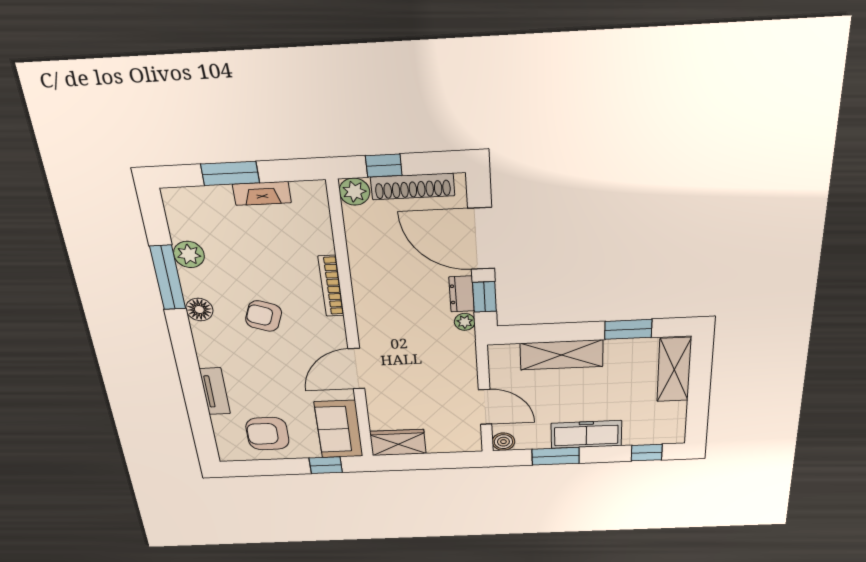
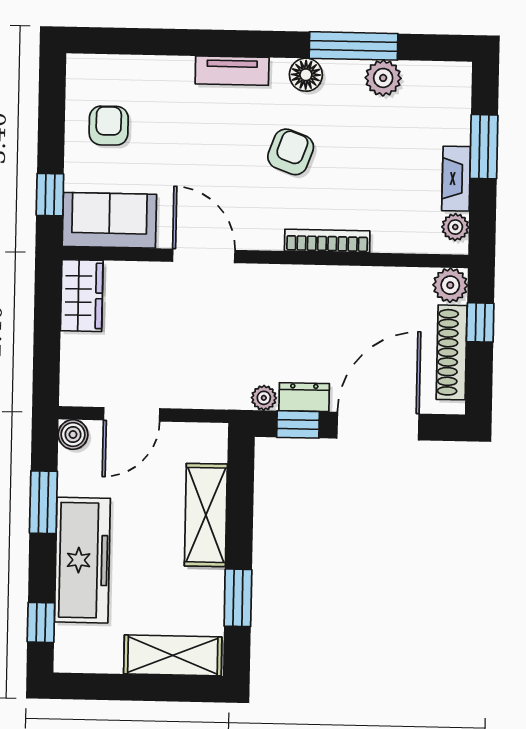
plant: (304, 191) -> (455, 227), added
tv unit: (215, 391) -> (232, 71), moved
armchair: (267, 434) -> (109, 126), width x0.72, depth x0.72
freezer: (586, 434) -> (82, 560), width x1.36, depth x1.26

